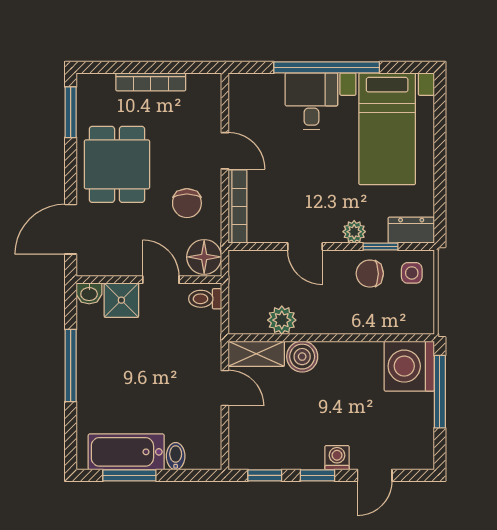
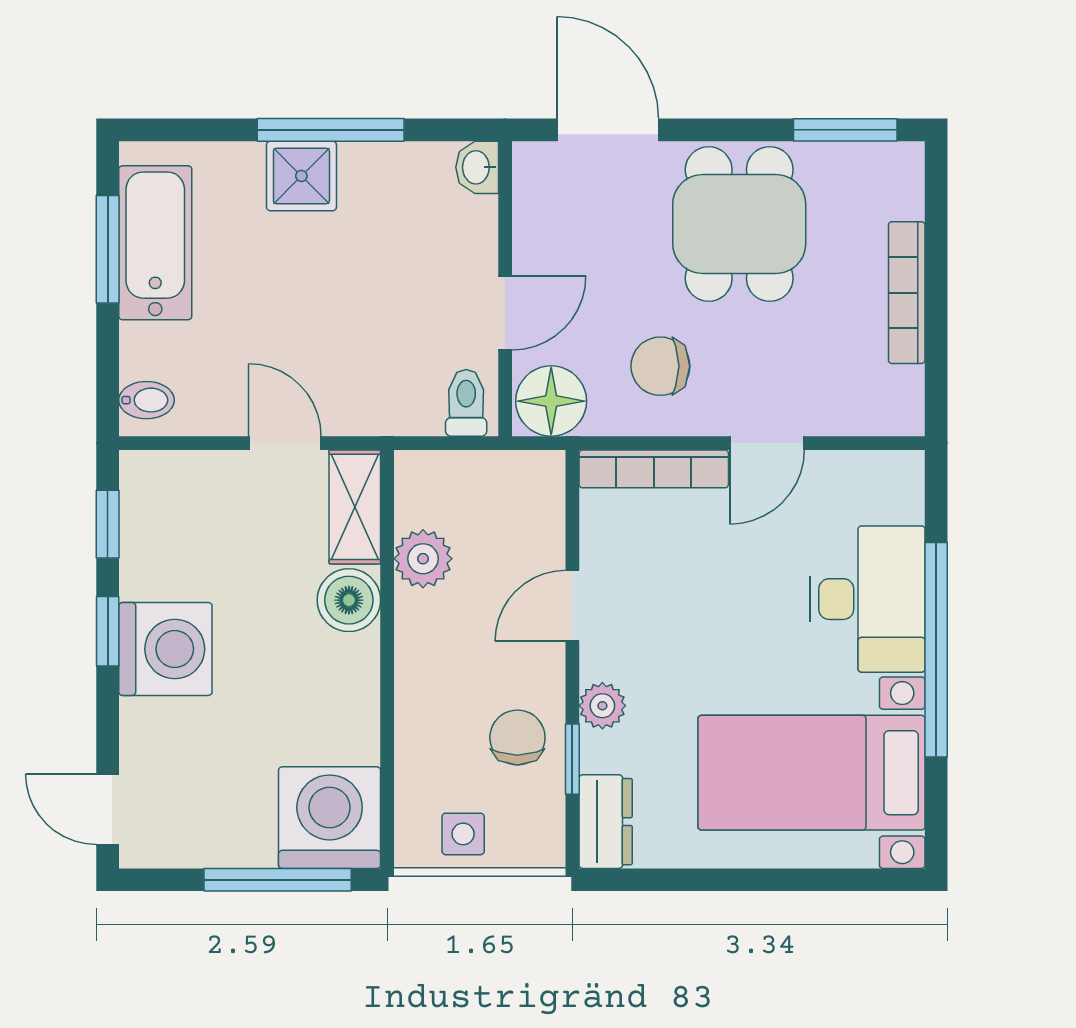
desk: (311, 101) -> (867, 599), width x1.37
dining table: (117, 164) -> (739, 224), turned 90
side table: (412, 273) -> (463, 834), moved
shower: (121, 300) -> (301, 176), moved
door: (225, 388) -> (285, 443), swing flipped
bidet: (176, 456) -> (147, 400), moved
washing machine: (337, 458) -> (165, 649), width x1.89, depth x1.89
door: (375, 475) -> (108, 809), moved

